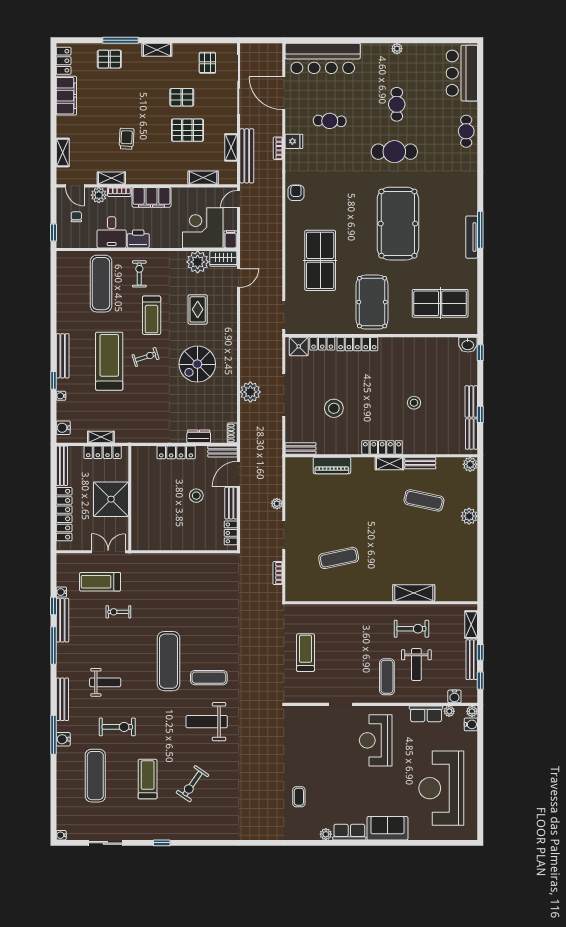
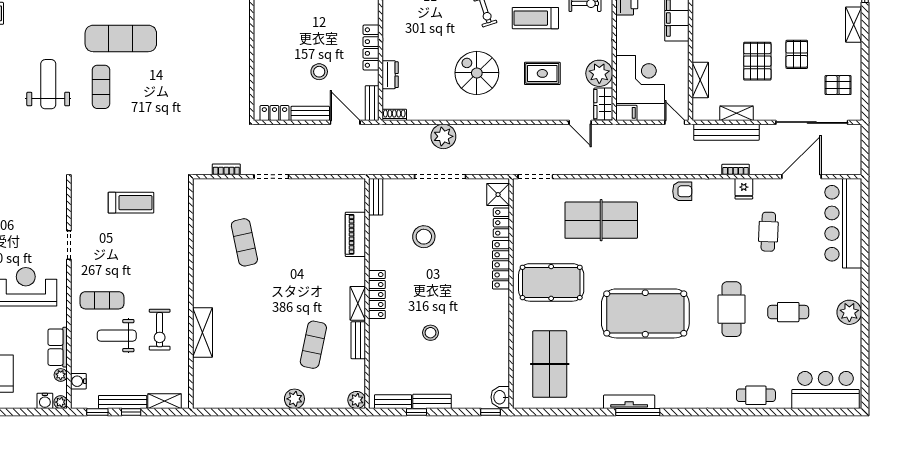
plant: (397, 49) -> (849, 312), width x1.88, depth x1.88
plant: (277, 504) -> (310, 168), removed

